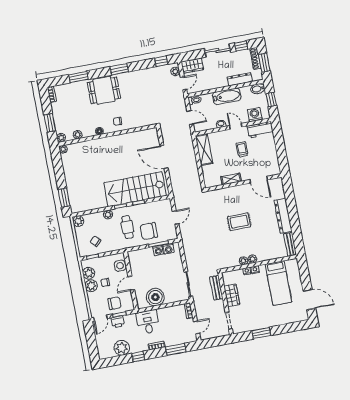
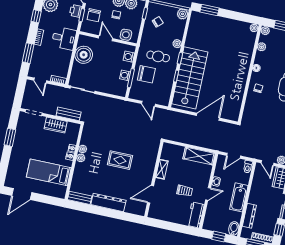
washing machine: (255, 115) -> (211, 216), removed
rug: (239, 222) -> (120, 160), turned 90
chair: (149, 231) -> (146, 74), turned 90
washing machine: (168, 249) -> (129, 57), moved

